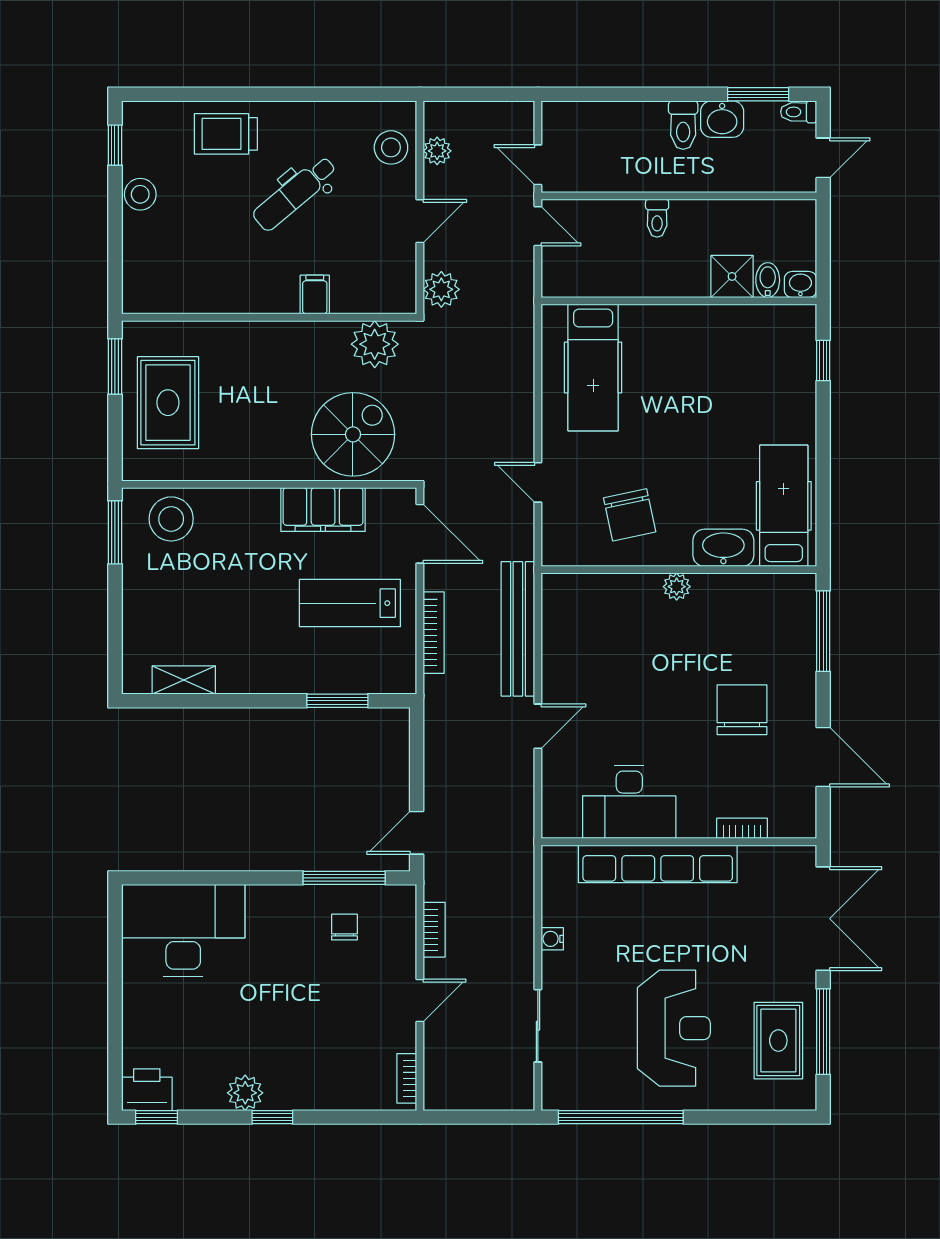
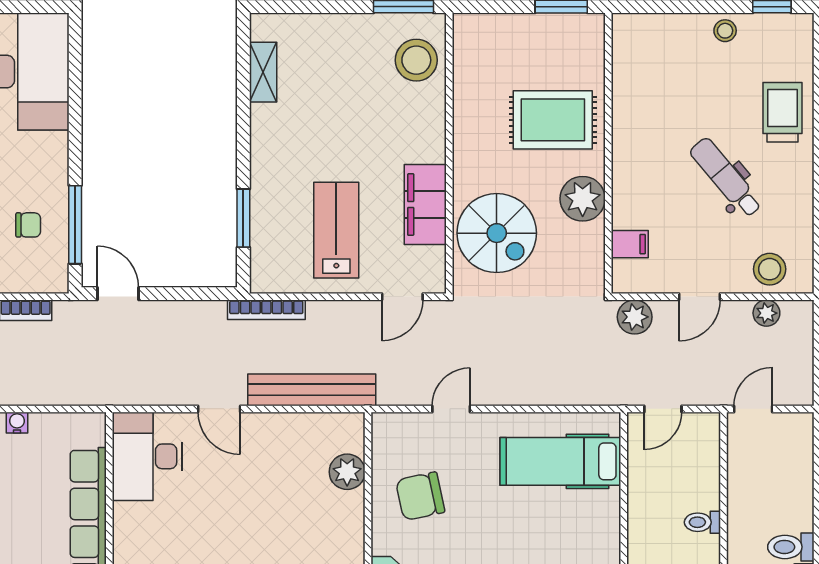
stool: (140, 194) -> (725, 31), width x0.73, depth x0.73
door: (420, 221) -> (700, 297), hinge flipped
door: (538, 226) -> (663, 409), moved
filing cabinet: (315, 295) -> (630, 244), moved
plant: (375, 344) -> (583, 199), moved
rug: (168, 403) -> (553, 120), moved
door: (420, 534) -> (402, 297), width x0.73
plant: (677, 587) -> (347, 472), moved, width x1.38, depth x1.38
bookcase: (434, 633) -> (266, 310), moved
desk: (629, 802) -> (147, 456), moved

